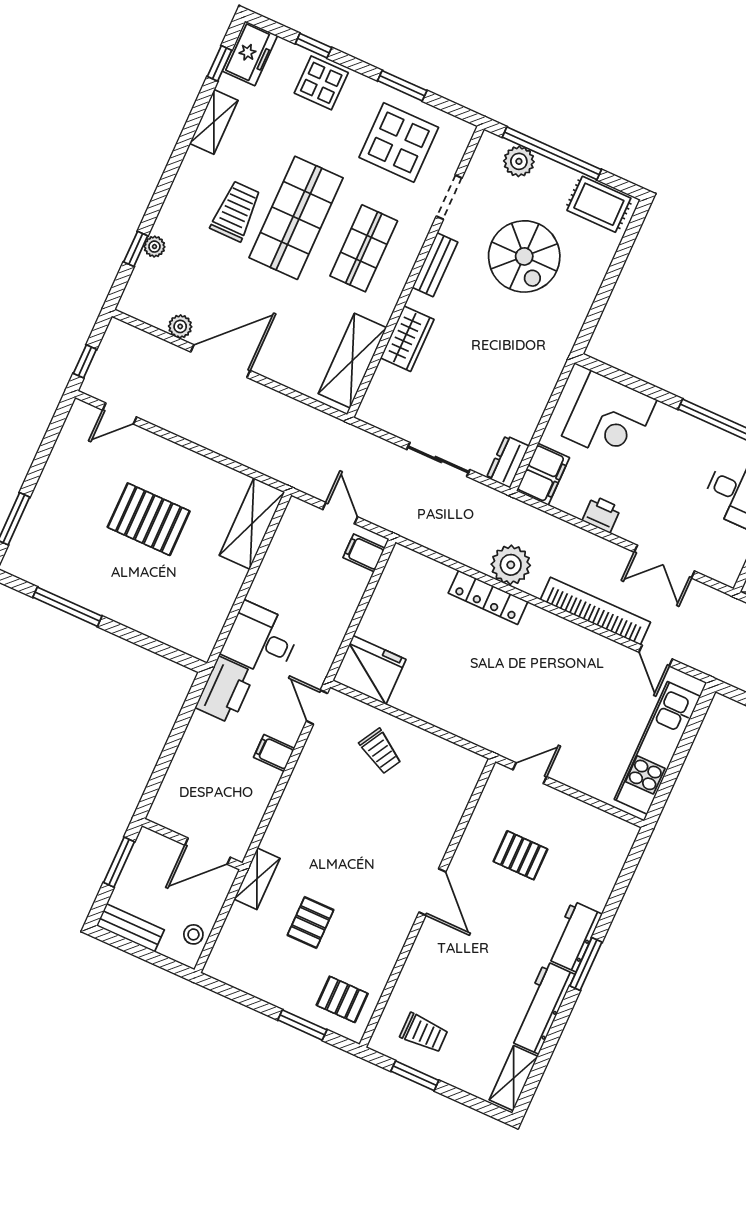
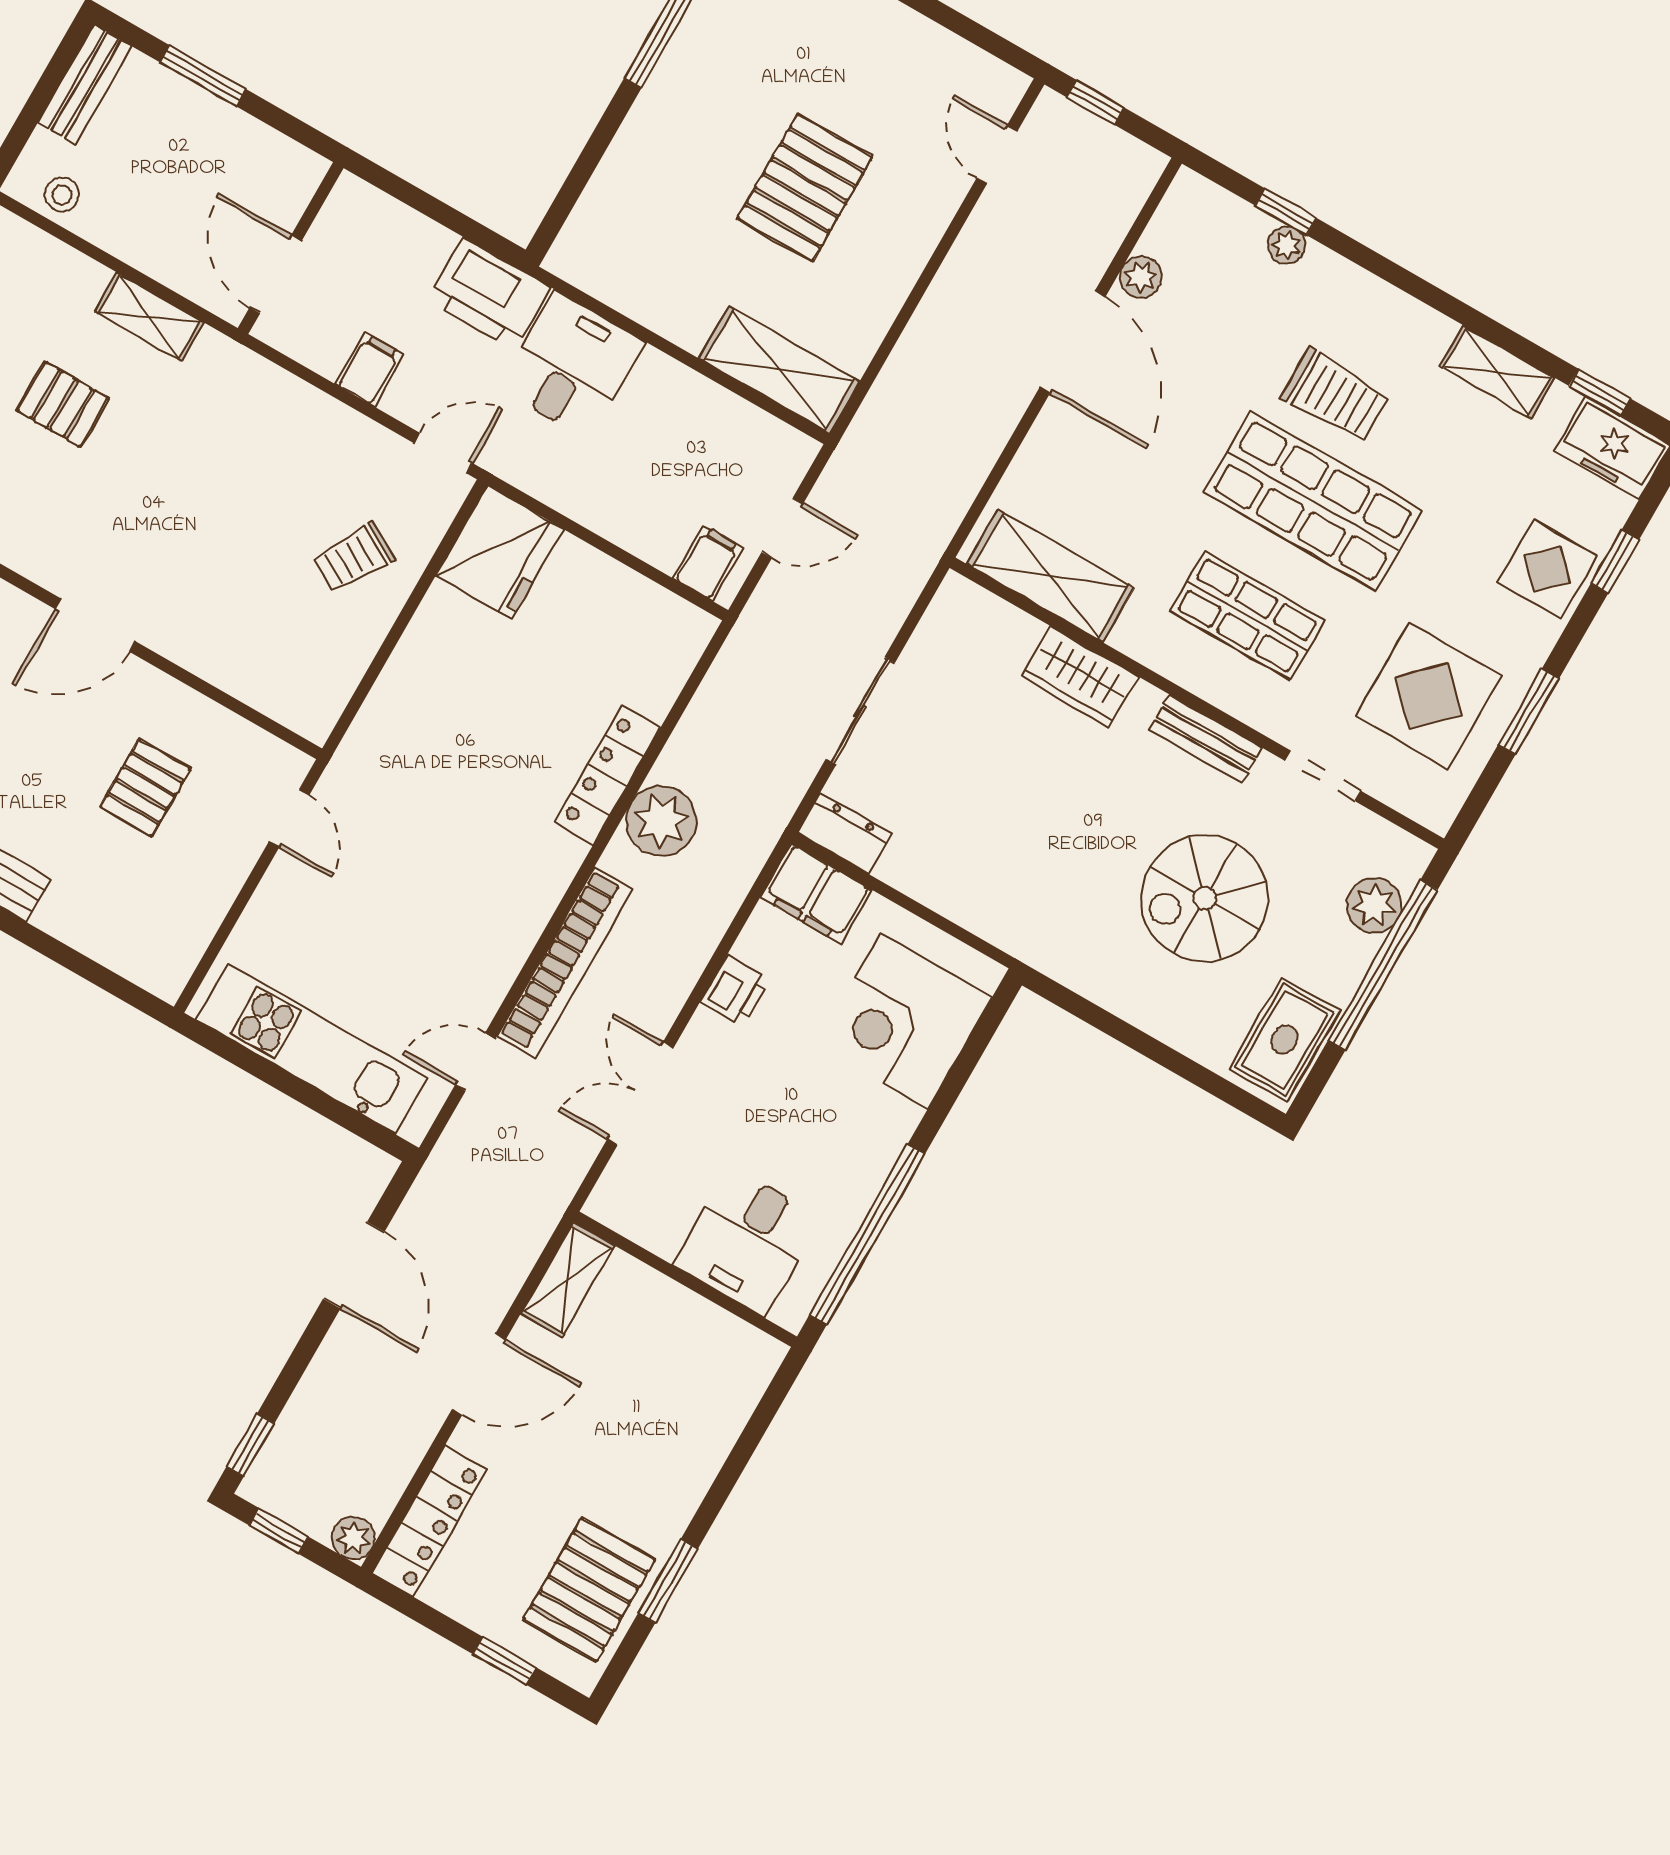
wall: (192, 844) -> (291, 248), moved
door: (208, 851) -> (276, 274), moved

